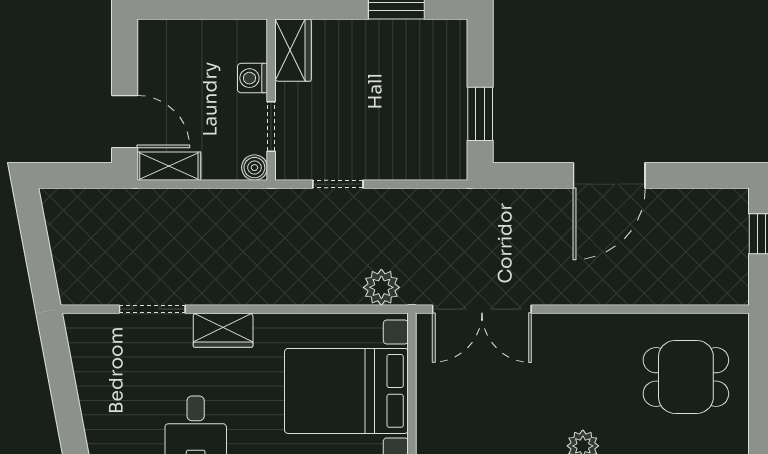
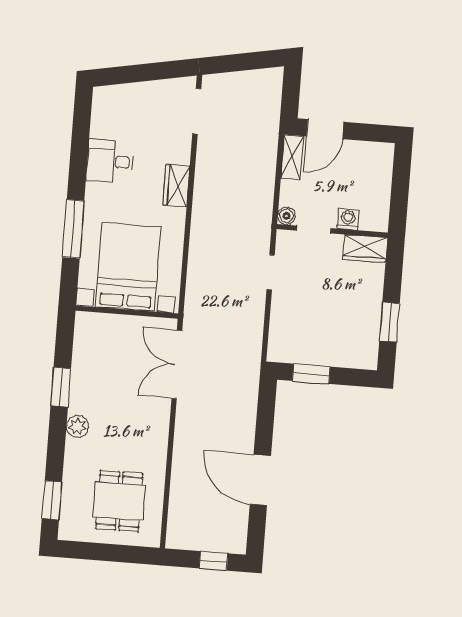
door: (609, 175) -> (260, 480), moved
plant: (381, 287) -> (197, 297), removed
doorway: (152, 309) -> (197, 111), moved

